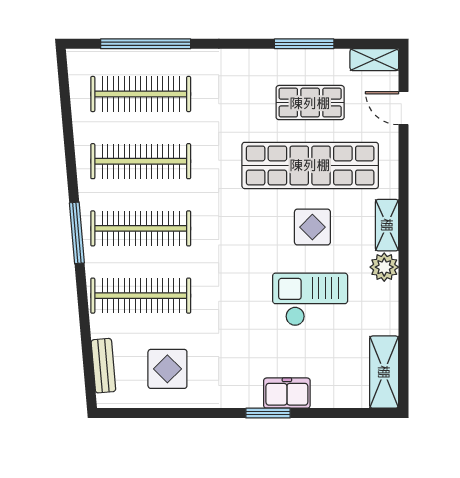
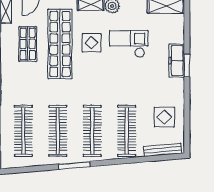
window: (77, 233) -> (74, 165), moved
checkout: (310, 299) -> (129, 44), turned 90
bench: (103, 366) -> (163, 150), width x1.36
freezer: (287, 393) -> (177, 61), width x1.40

